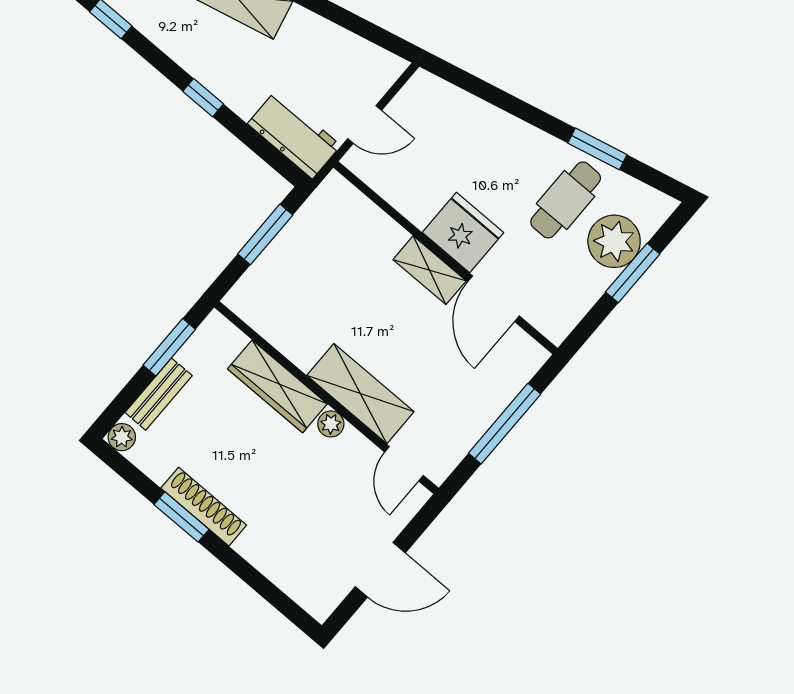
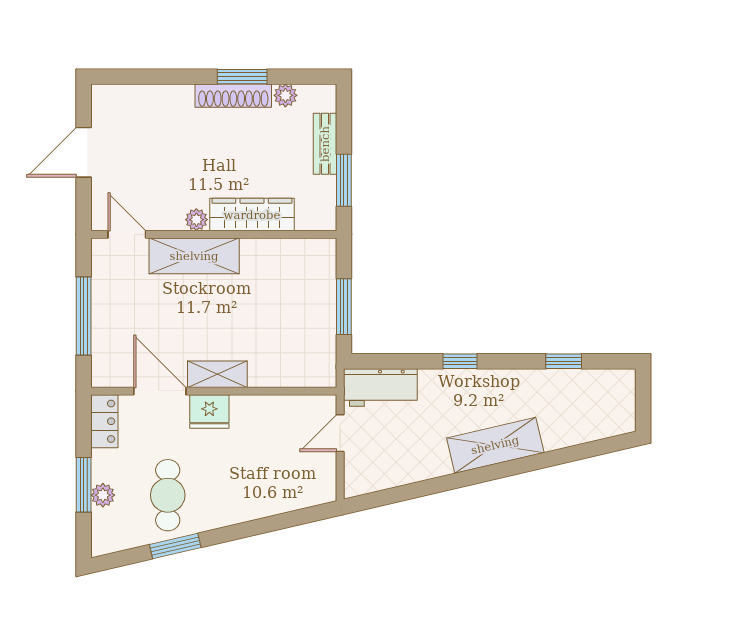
fridge: (463, 233) -> (209, 411), width x0.73, depth x0.75
plant: (614, 241) -> (103, 495), width x0.53, depth x0.53
locker: (566, 314) -> (104, 421), added
plant: (122, 437) -> (285, 95), moved

